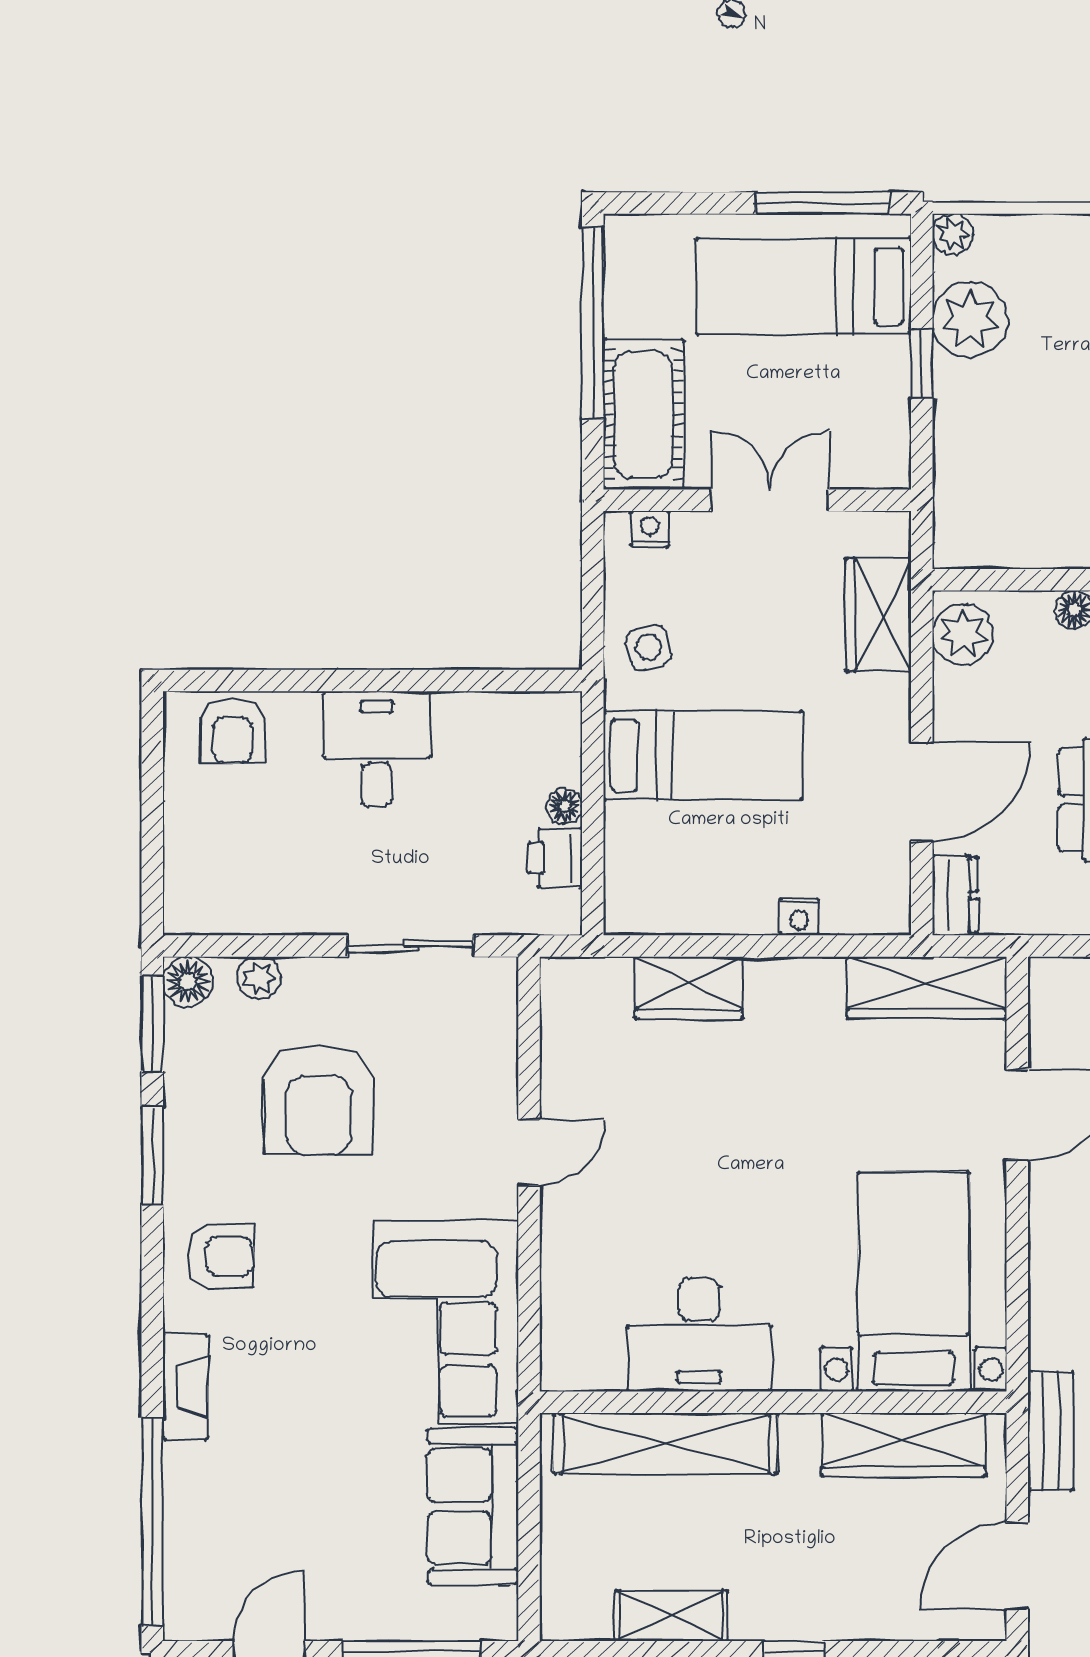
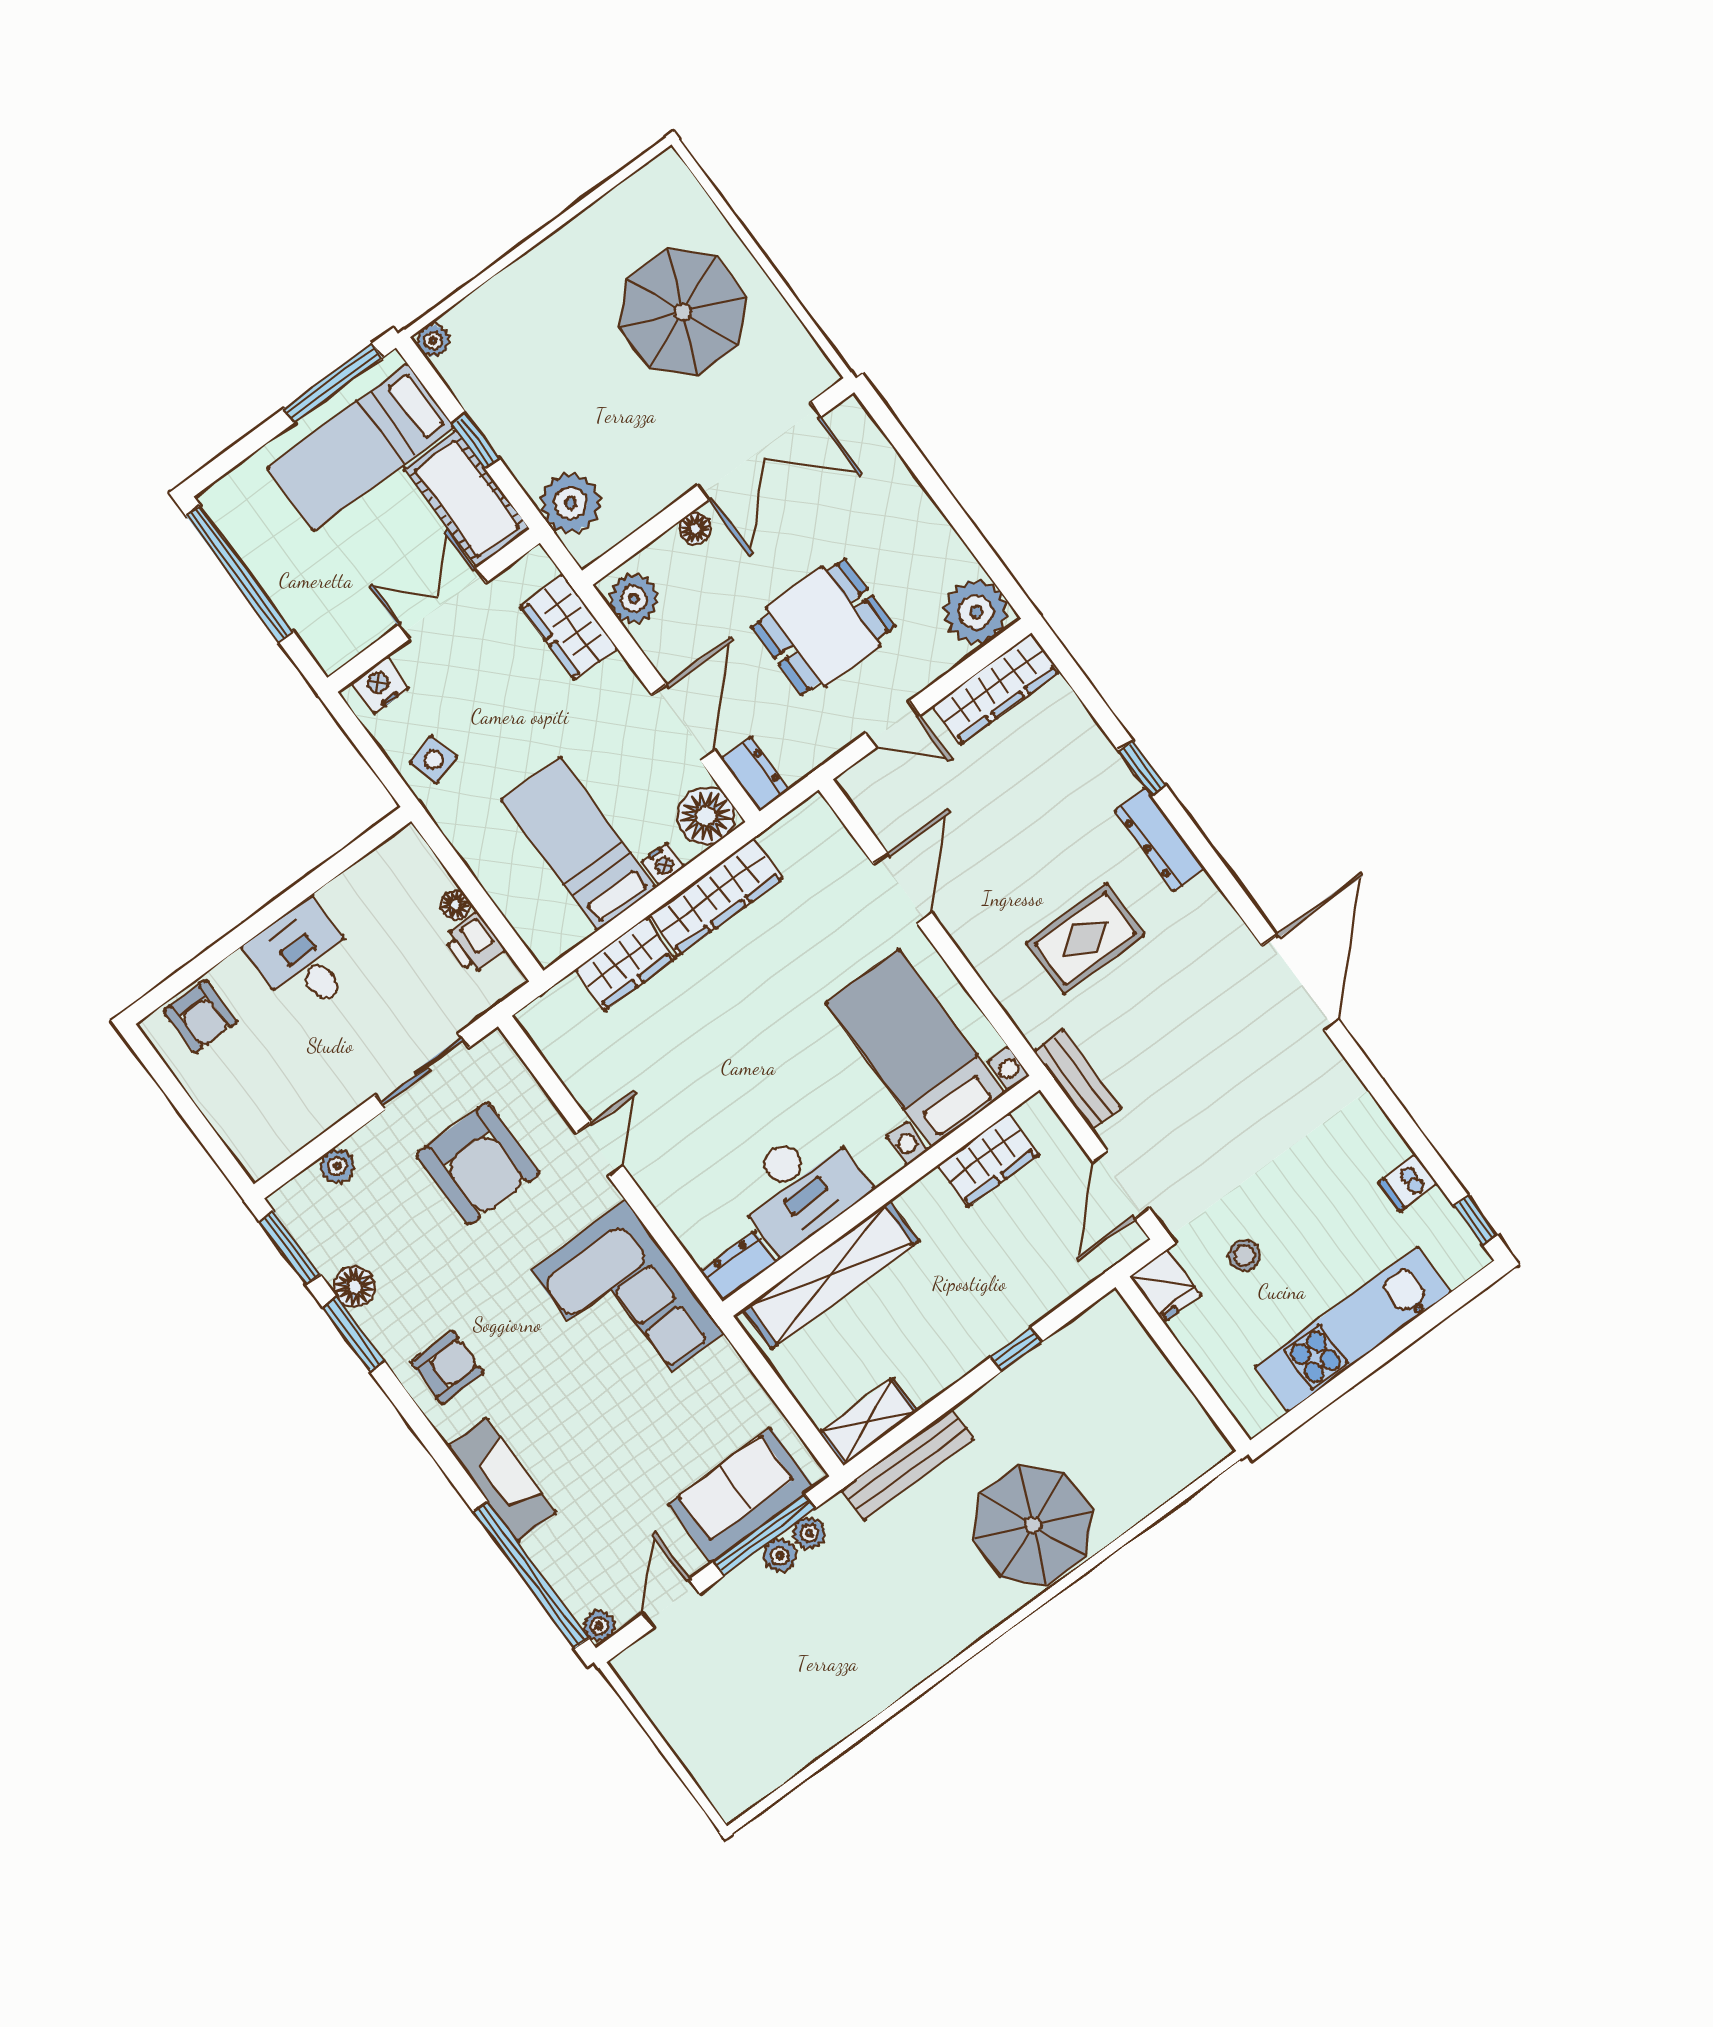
plant: (970, 319) -> (570, 503), moved
cot: (643, 414) -> (467, 499), moved
nightstand: (650, 529) -> (380, 685), width x1.39, depth x1.35
bed: (703, 755) -> (579, 844), moved, turned -90
floor lamp: (876, 901) -> (706, 816), added
floor lamp: (188, 982) -> (355, 1287), moved
wardrobe: (927, 987) -> (716, 897), moved
armchair: (319, 1100) -> (478, 1164), moved
dresser: (581, 1368) -> (739, 1266), added
fireplace: (185, 1387) -> (502, 1480), width x1.37, depth x1.32
wardrobe: (904, 1445) -> (988, 1160), width x0.67
sofa: (473, 1506) -> (741, 1495), moved, turned 90
shelving: (671, 1616) -> (868, 1422), moved
plant: (183, 1621) -> (599, 1626), added

